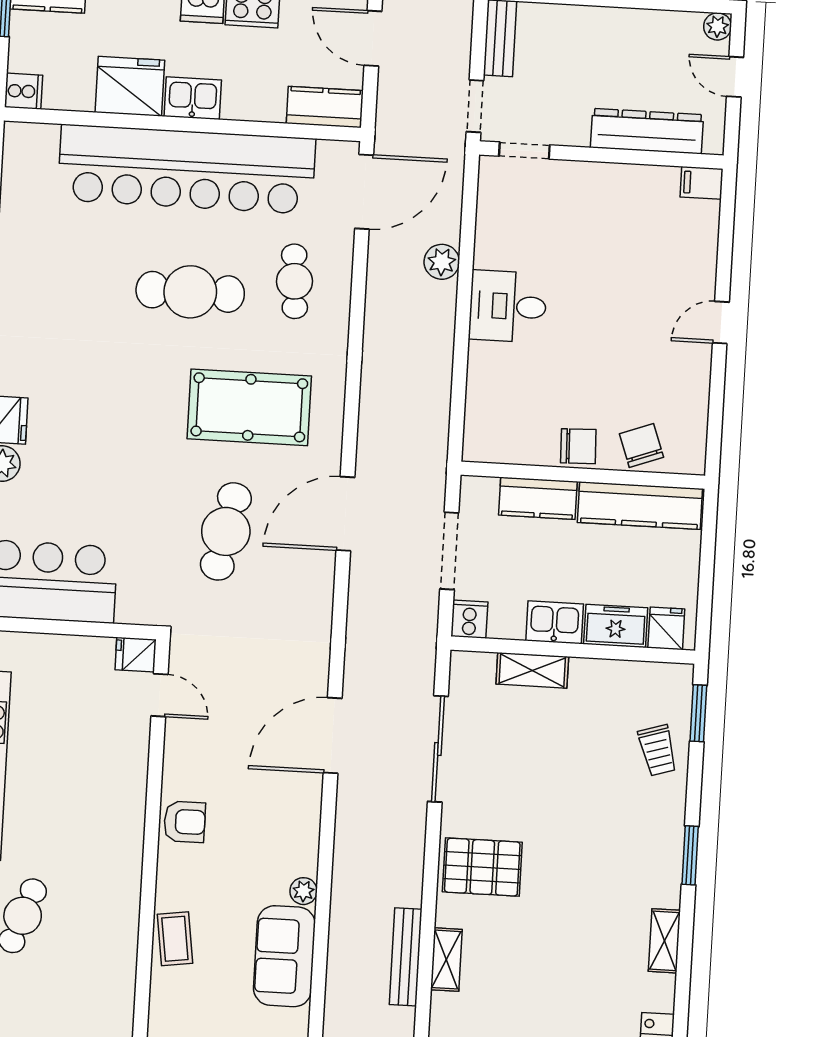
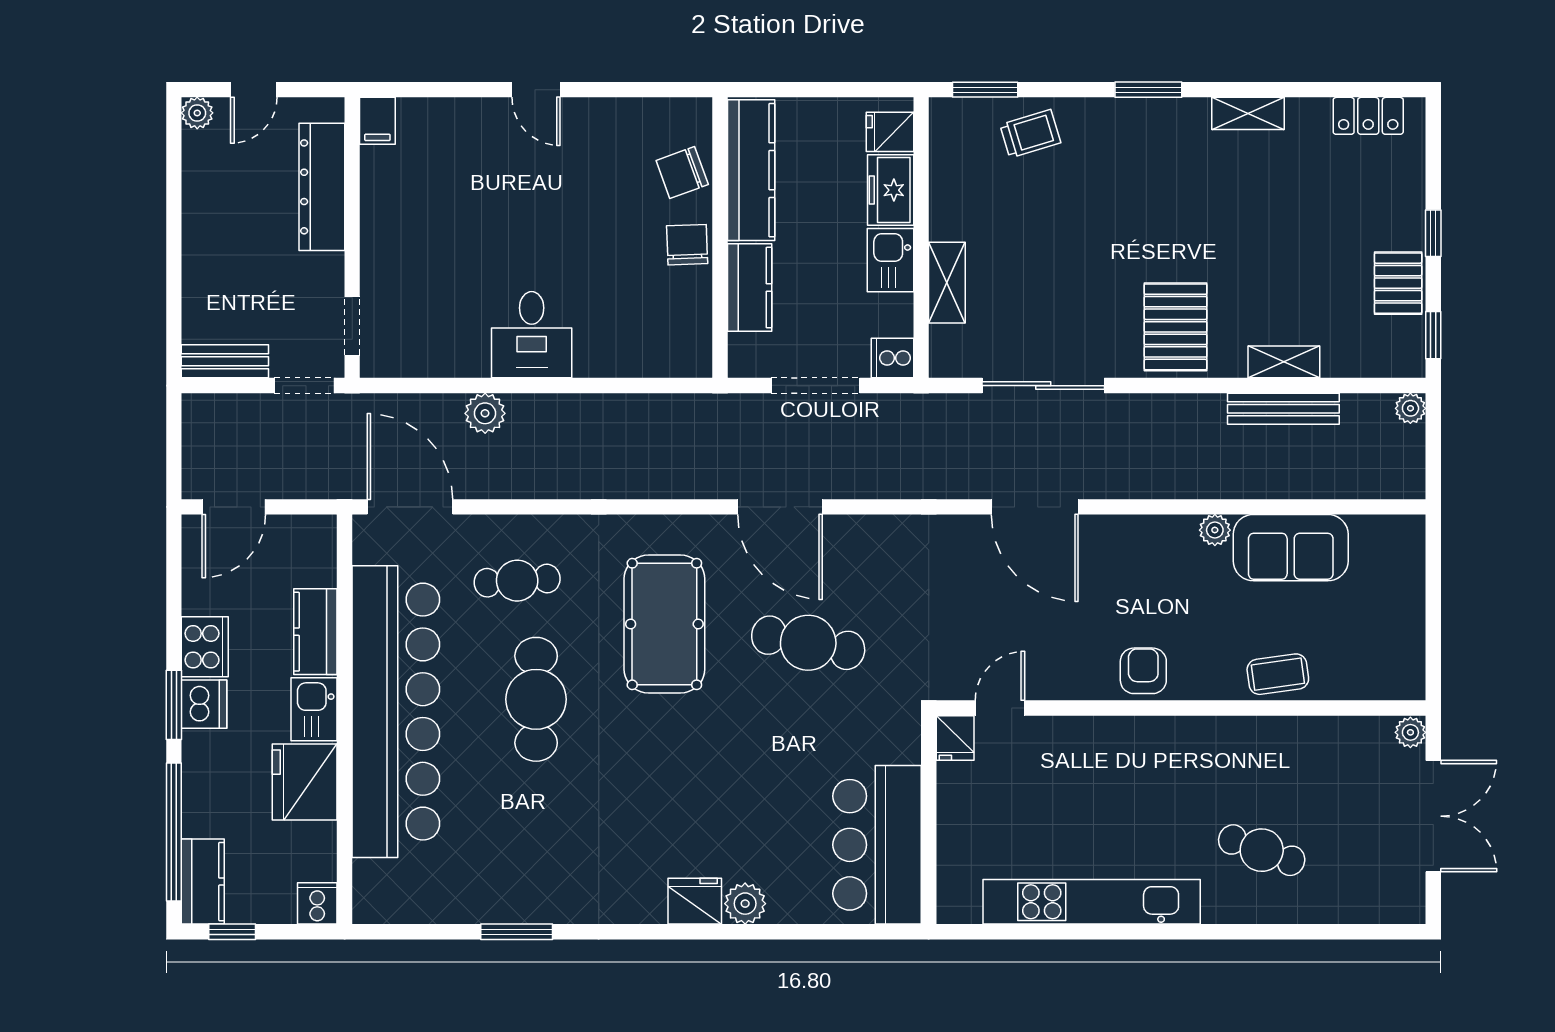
kitchen counter: (325, 107) -> (315, 632), moved

